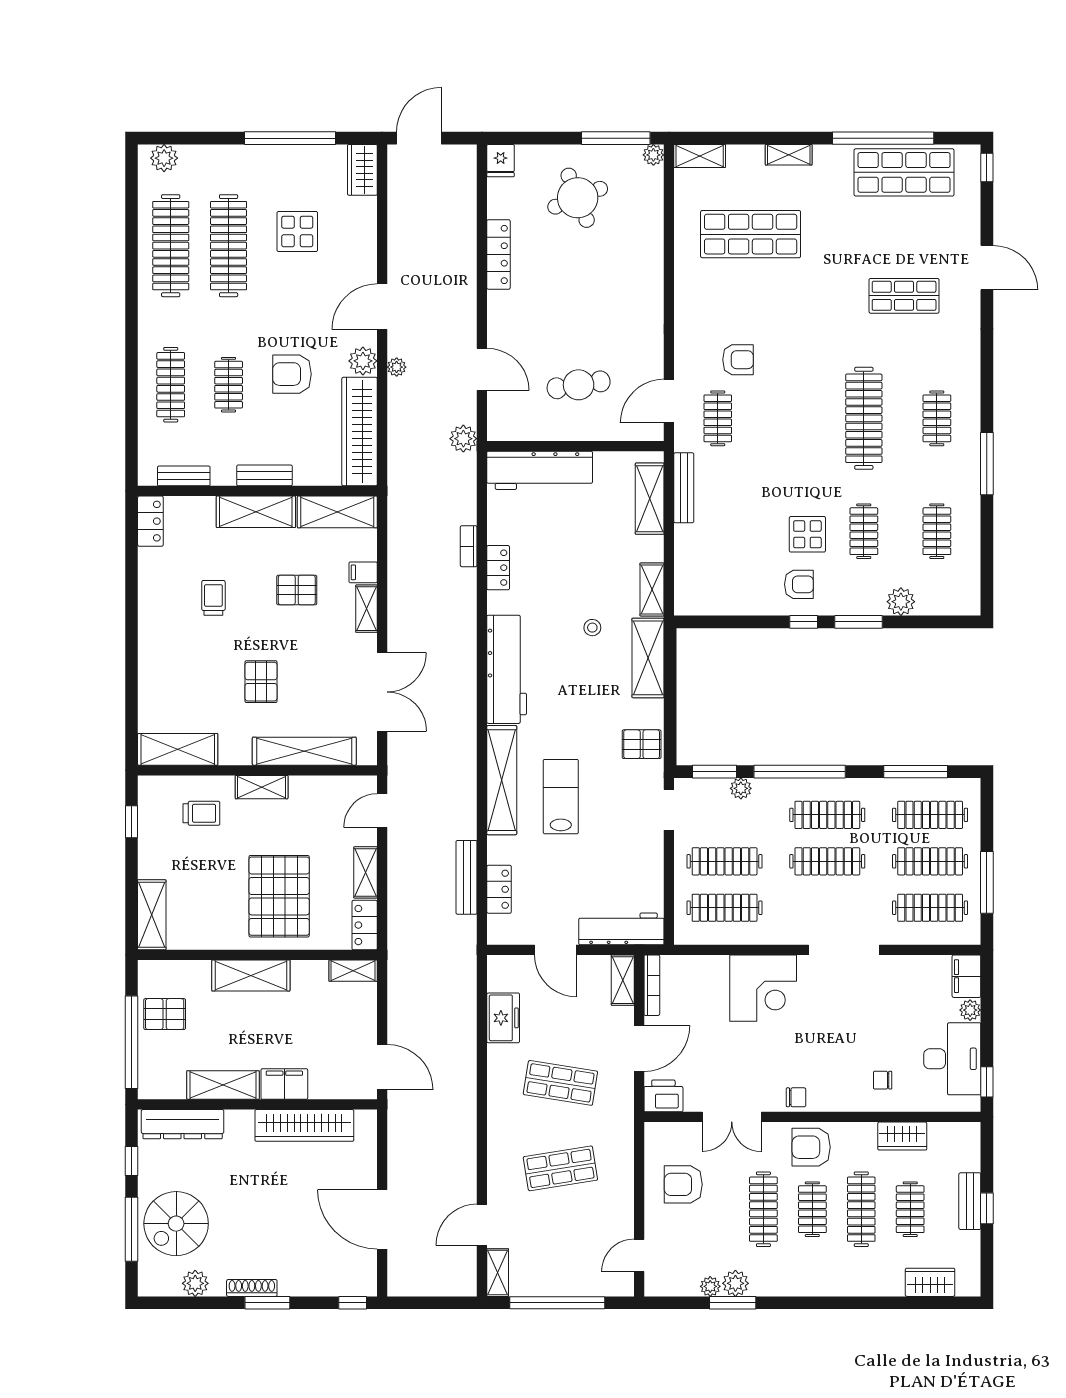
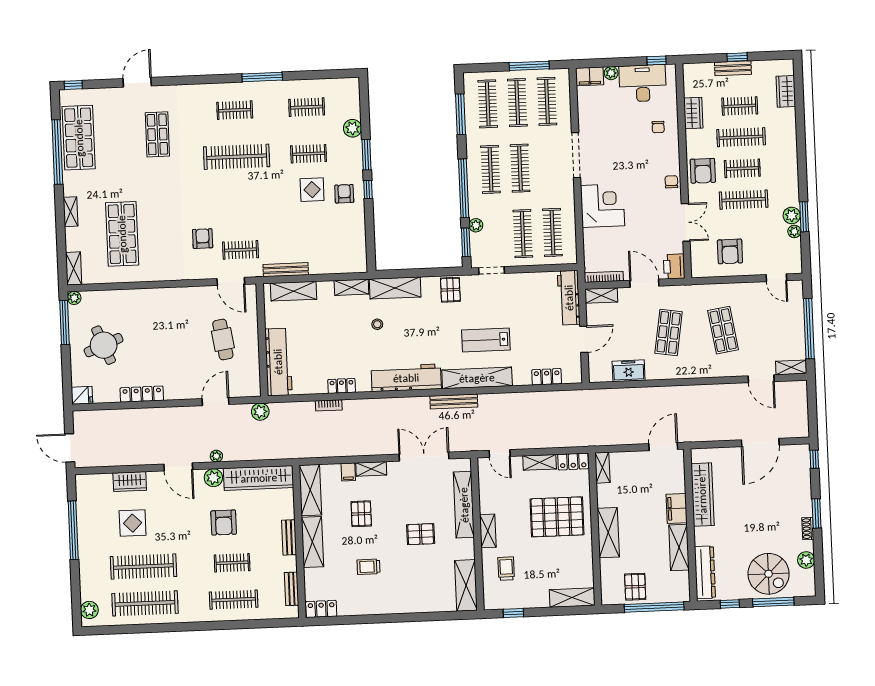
wardrobe: (362, 170) -> (130, 482), moved
bench: (467, 877) -> (454, 401), moved
shoe rack: (252, 1288) -> (808, 529), width x0.70

